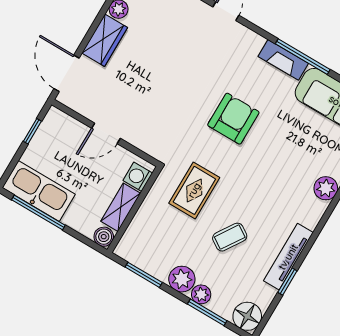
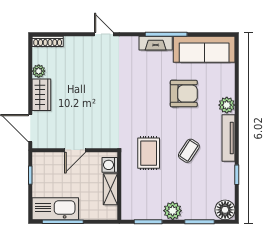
armchair: (233, 119) -> (184, 94), moved, turned 90
boiler: (104, 237) -> (111, 213), removed
coffee table: (230, 237) -> (189, 151), moved
tv unit: (288, 257) -> (229, 138), moved
plant: (201, 294) -> (190, 213), removed

